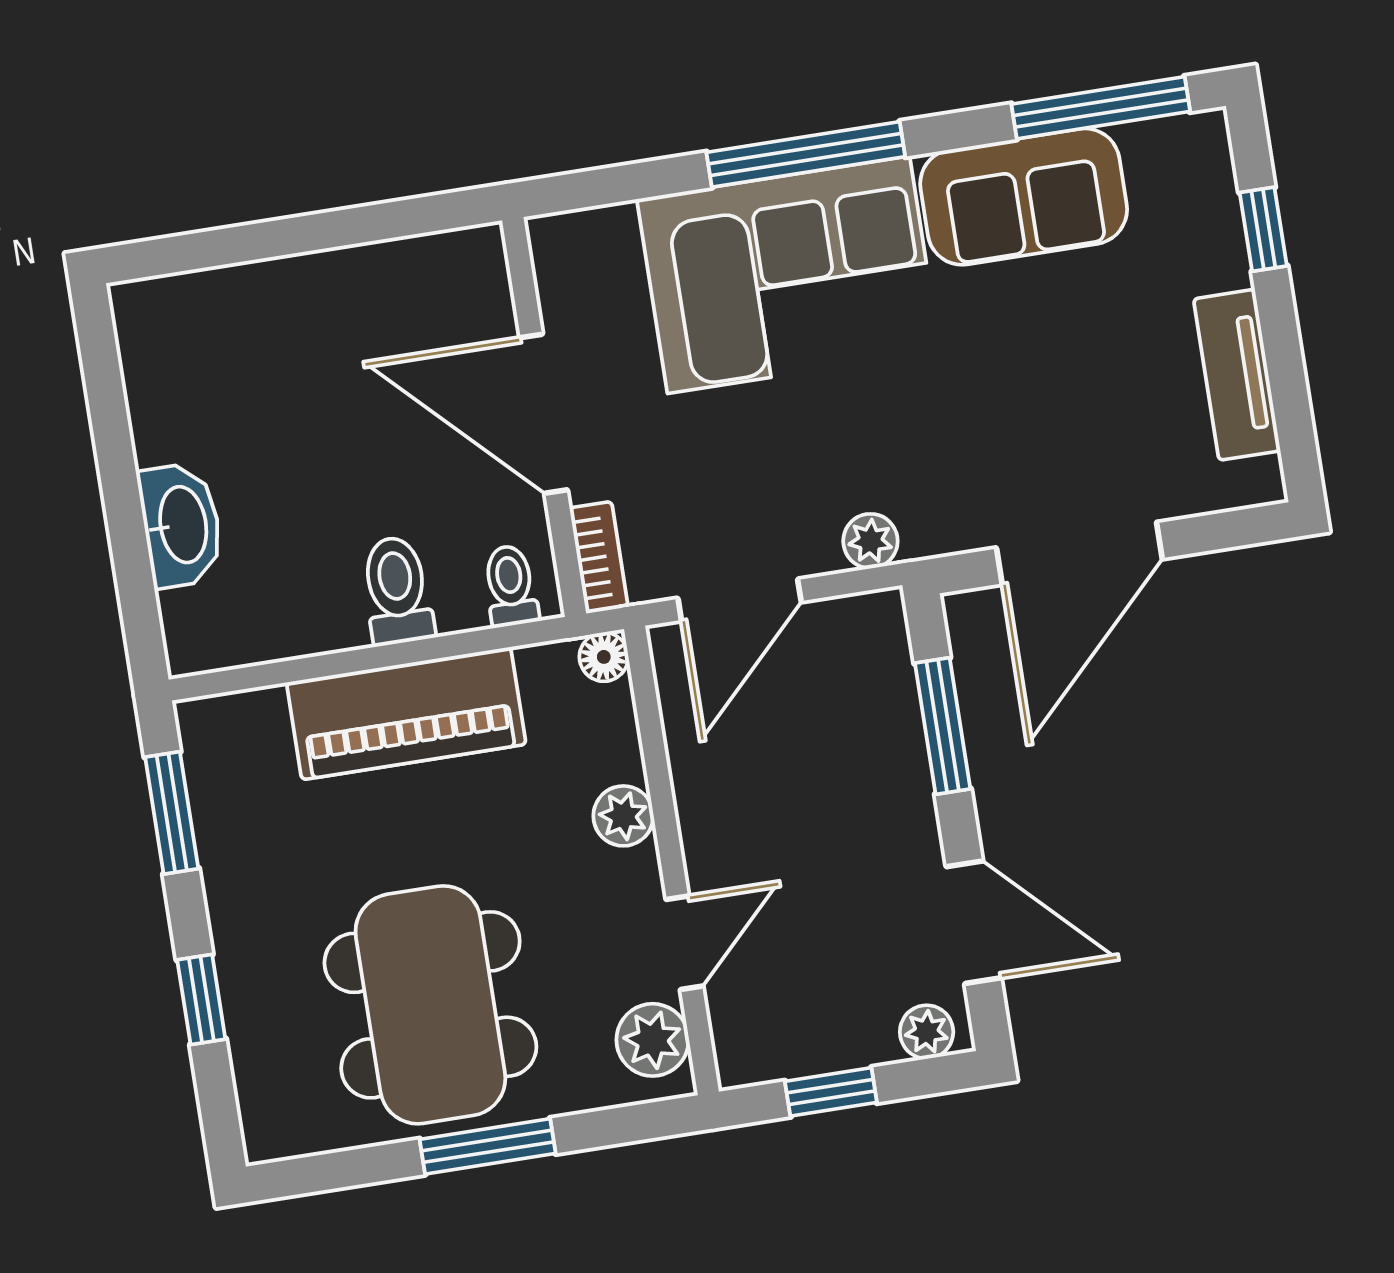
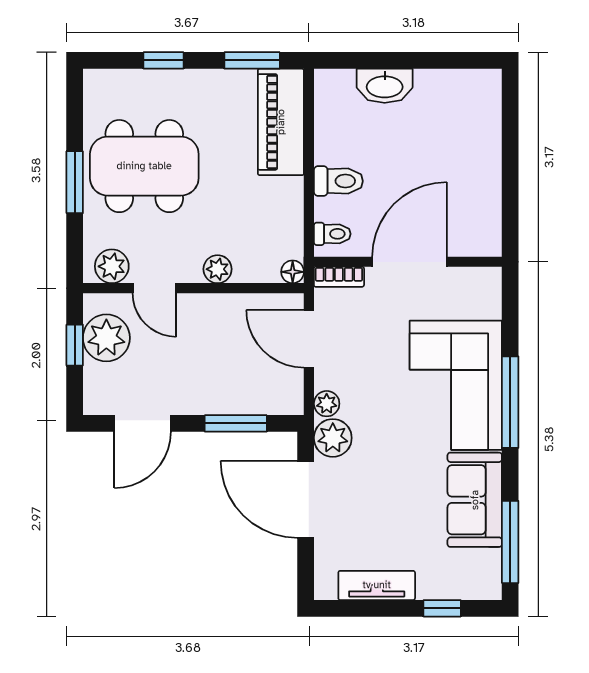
plant: (941, 517) -> (333, 438), added
piano: (406, 713) -> (281, 122), moved
plant: (927, 1032) -> (106, 338), moved, width x1.87, depth x1.87

